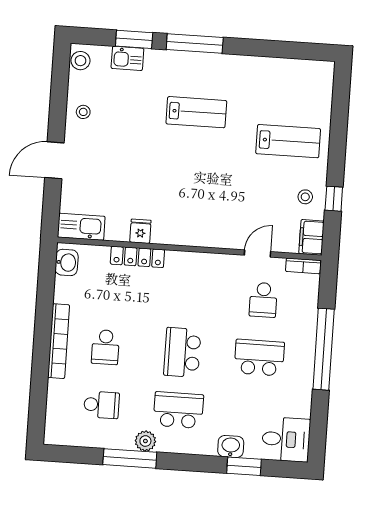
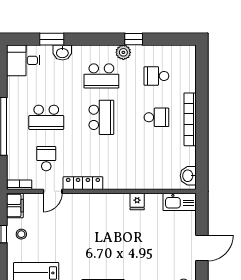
locker: (137, 257) -> (83, 183), moved
school desk: (105, 347) -> (156, 117), turned 90
window: (130, 458) -> (134, 39), width x0.46

